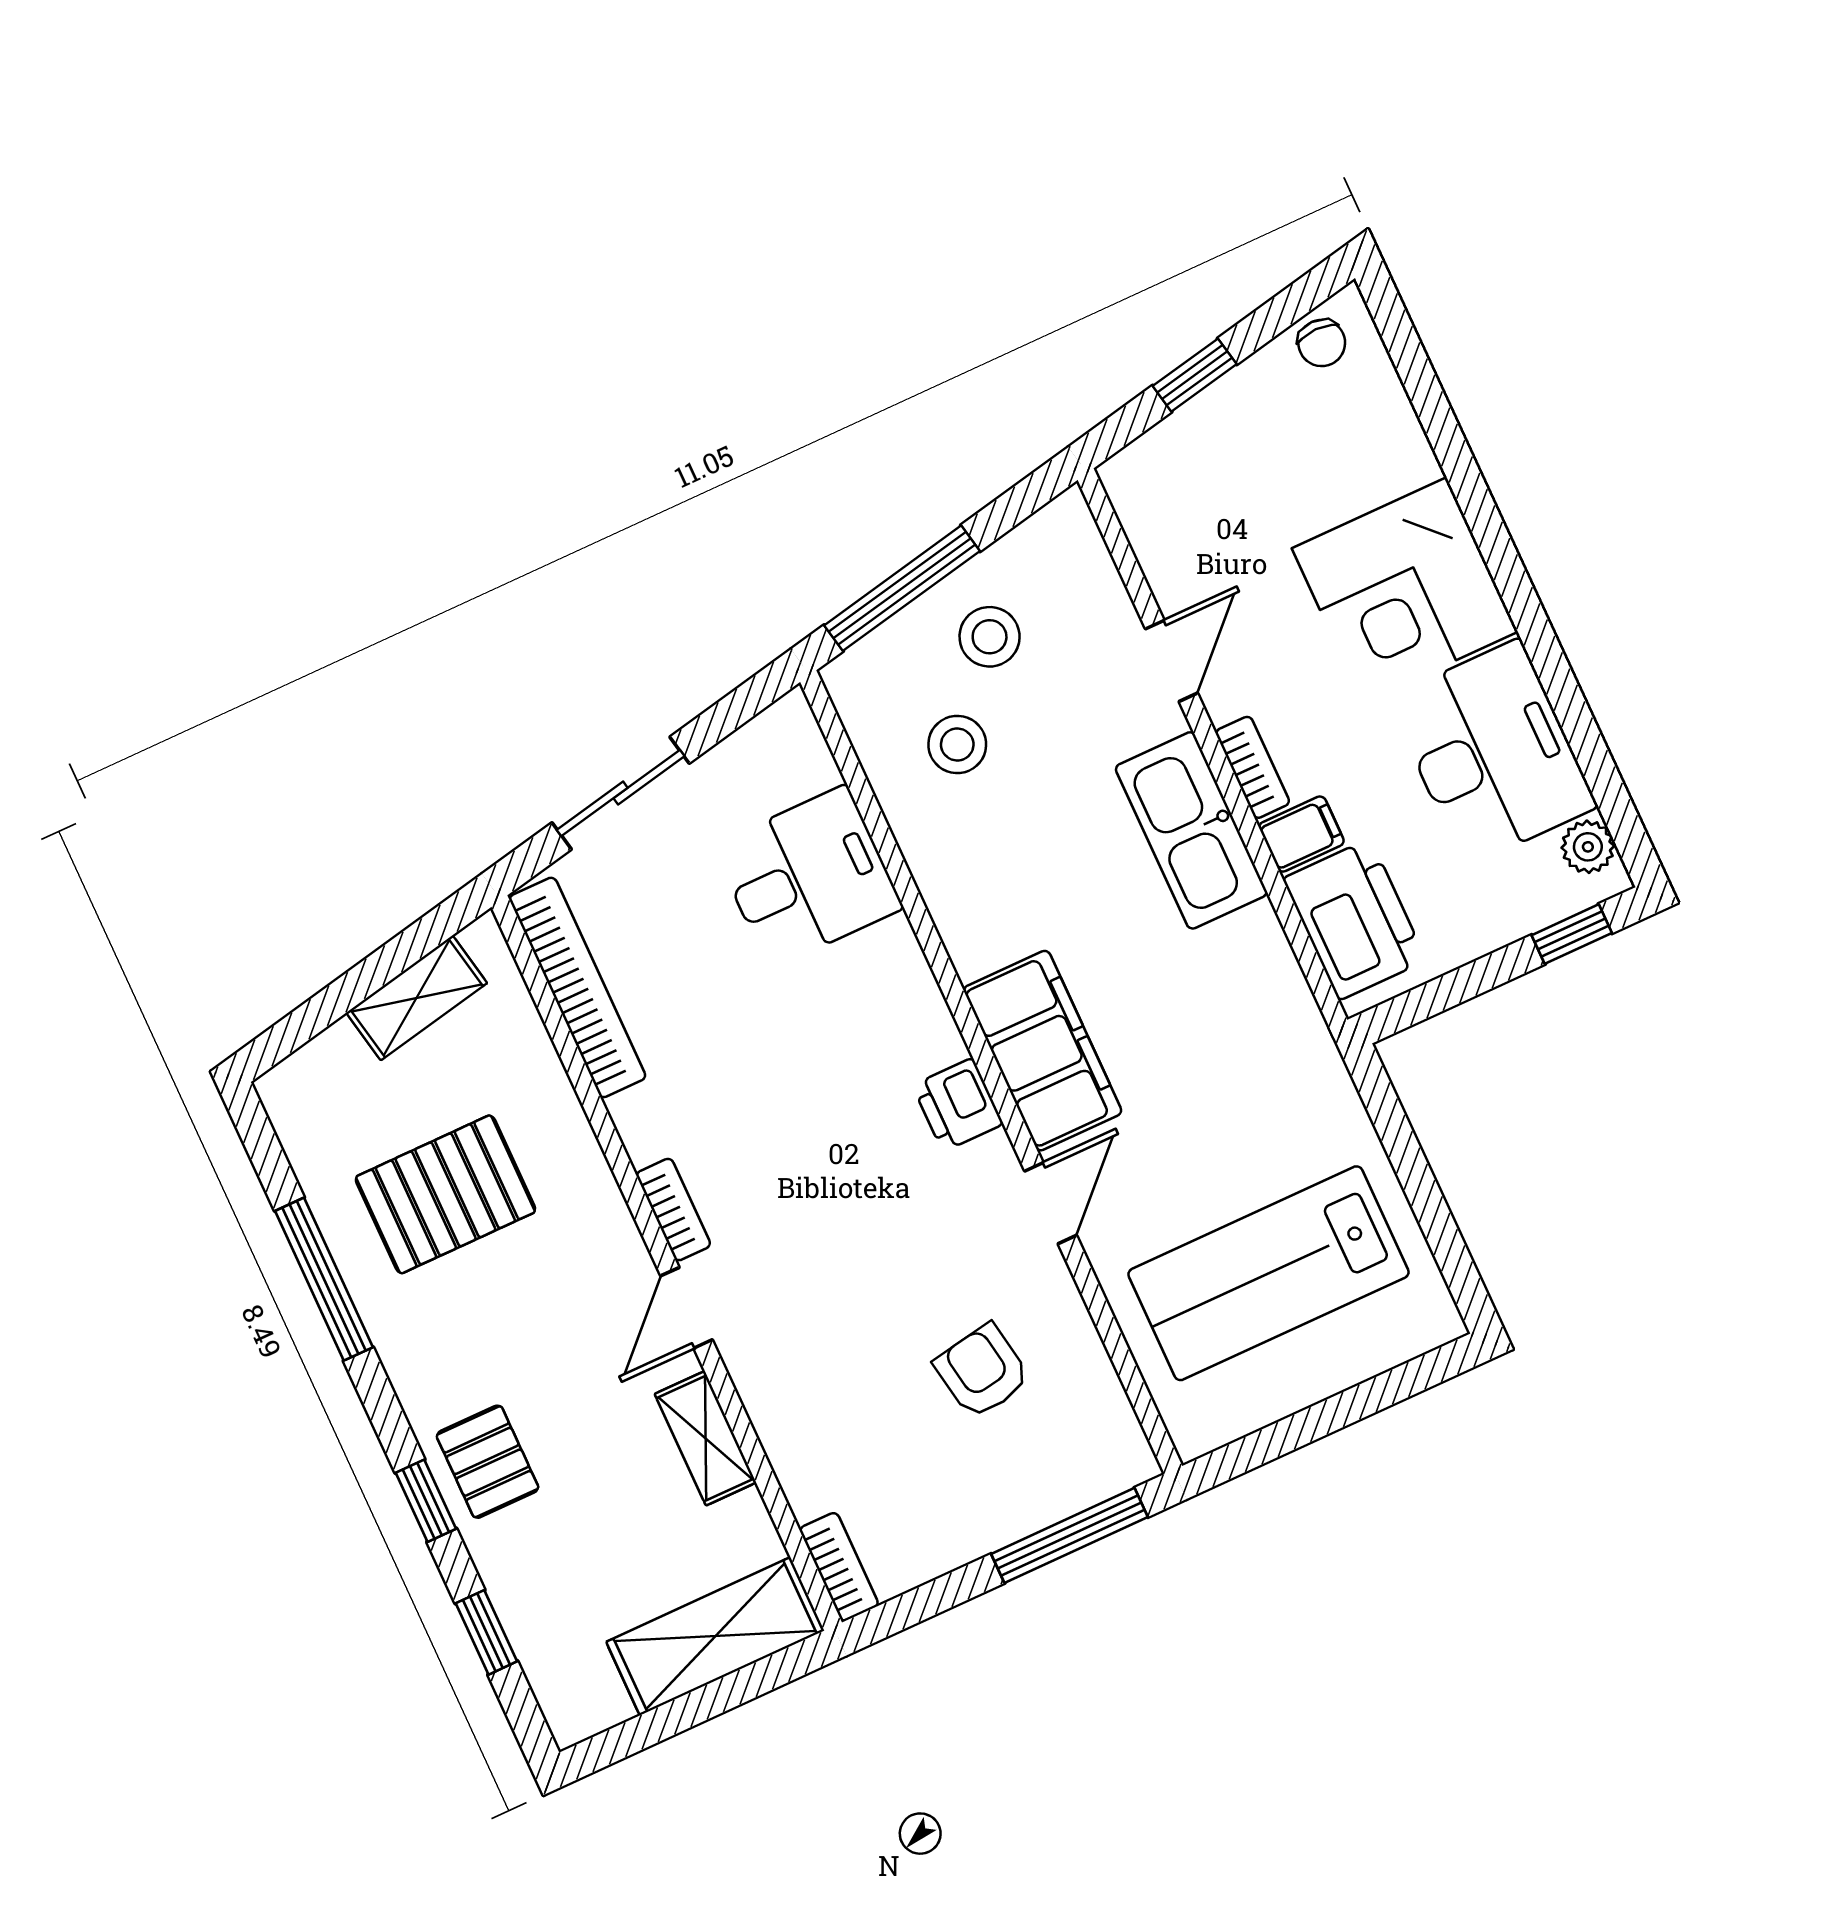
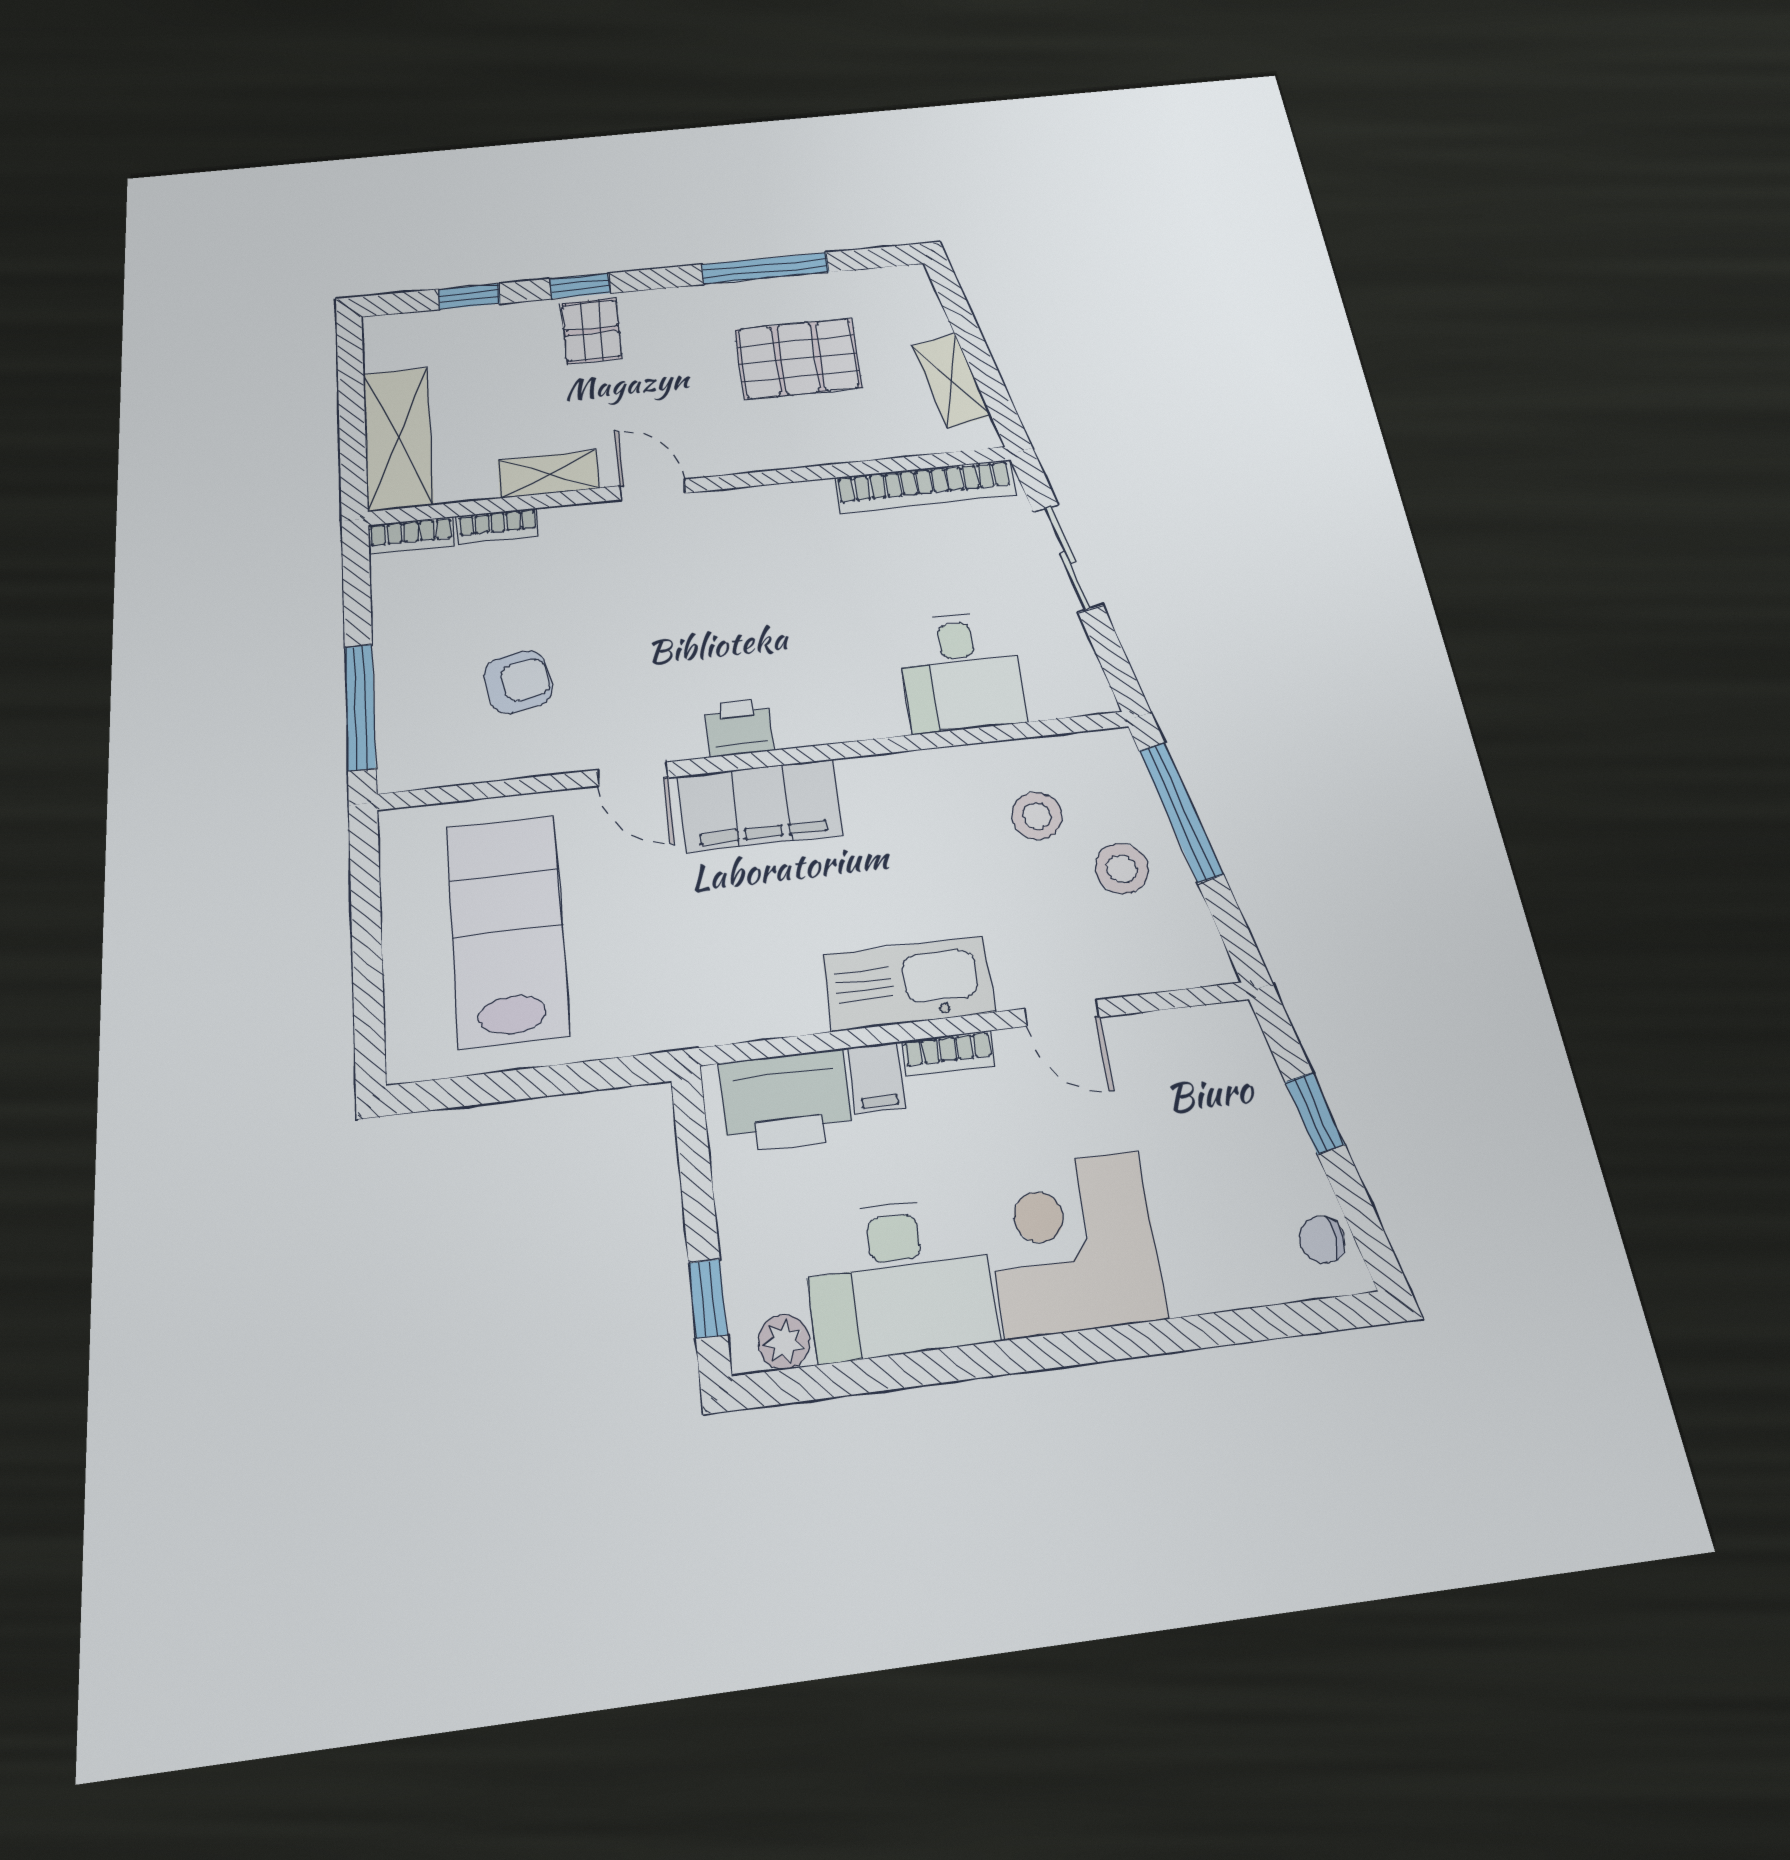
pallet: (445, 1194) -> (798, 359), turned 90
bookcase: (673, 1210) -> (498, 526), moved
pallet: (488, 1462) -> (592, 331), turned 90

